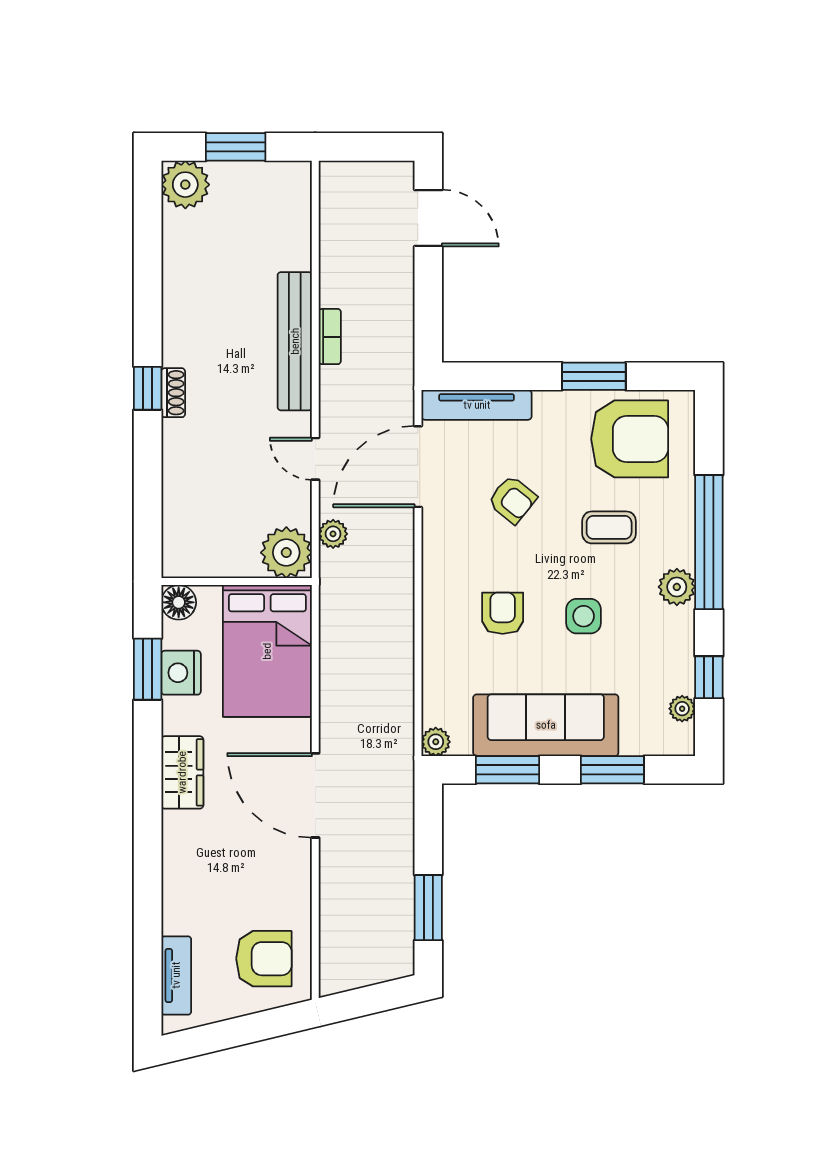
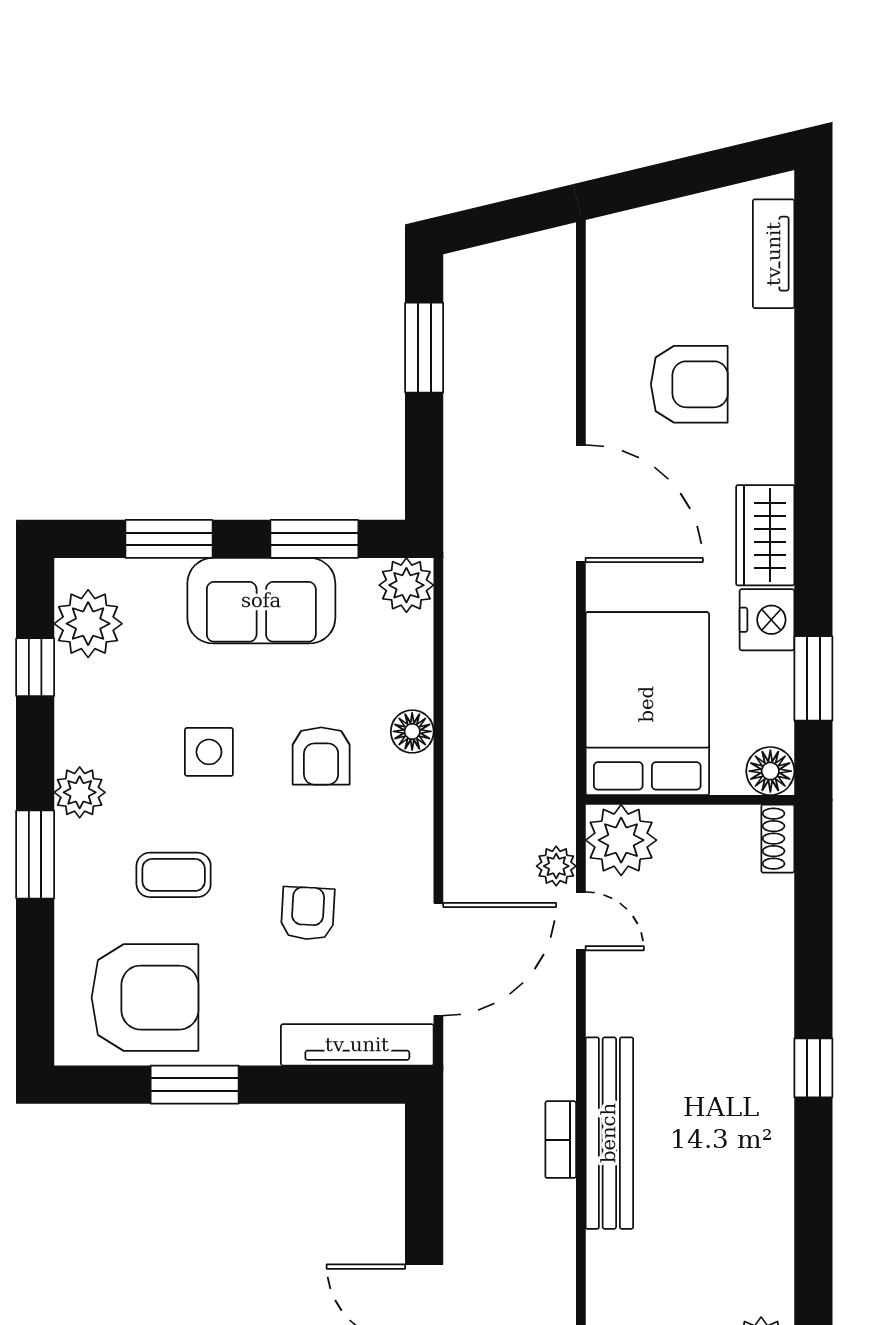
shoe rack: (173, 393) -> (778, 839), moved
armchair: (630, 439) -> (145, 998), turned 180
door: (315, 459) -> (581, 921), moved
armchair: (512, 500) -> (308, 913), turned 54
window: (709, 542) -> (35, 855), width x0.47
floor lamp: (437, 631) -> (412, 731), added
nightstand: (181, 673) -> (767, 620), moved
plant: (682, 709) -> (88, 624), width x1.87, depth x1.87
sofa: (546, 725) -> (261, 601), width x0.73
plant: (436, 742) -> (406, 585), width x1.38, depth x1.38
armchair: (264, 959) -> (689, 384), moved, turned 180

